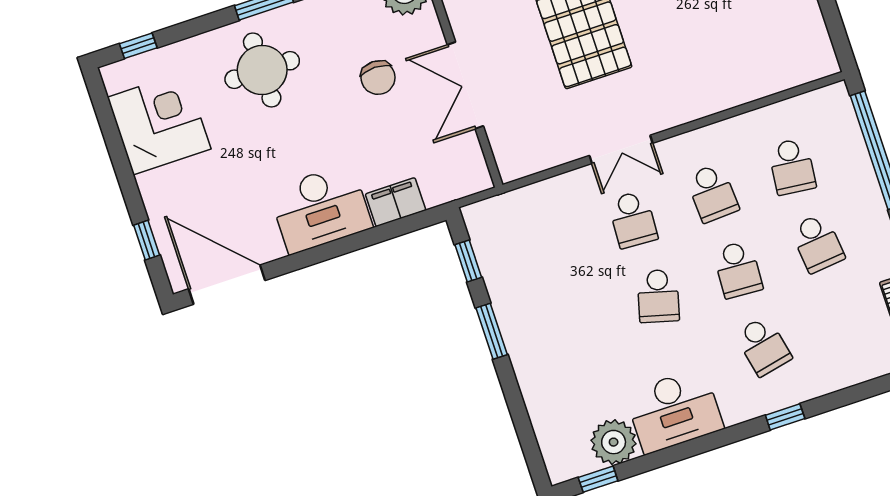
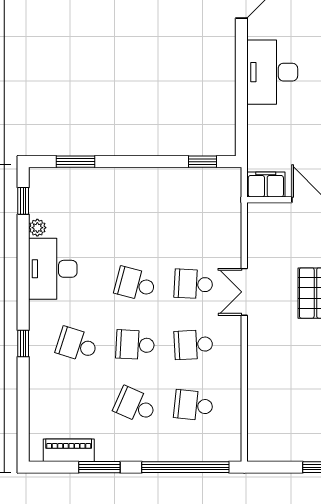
filing cabinet: (396, 202) -> (266, 184), moved, turned -90
school desk: (817, 243) -> (135, 405), turned 30
window: (492, 331) -> (75, 162), moved
school desk: (763, 346) -> (77, 345), turned 30
plant: (614, 442) -> (37, 228), width x0.53, depth x0.53

